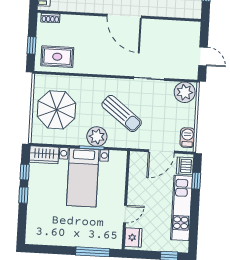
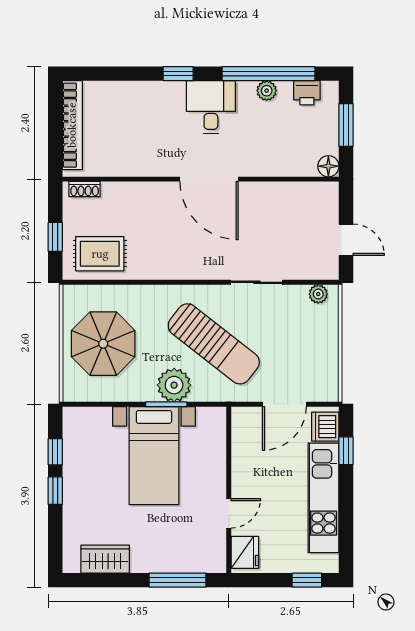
floor lamp: (195, 12) -> (328, 166), added
plant: (185, 92) -> (318, 294), width x0.53, depth x0.53
sun lounger: (122, 114) -> (214, 344), width x1.36, depth x1.34
barbecue: (187, 138) -> (327, 379), removed
wardrobe: (44, 155) -> (105, 559), moved, turned 180

